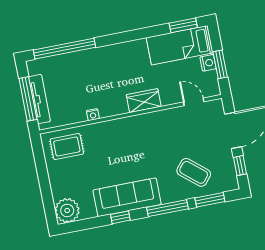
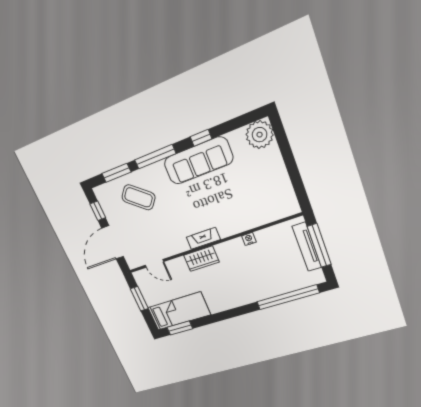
nightstand: (208, 63) -> (150, 299), removed
fireplace: (138, 121) -> (203, 238), added
rug: (67, 146) -> (271, 203), removed

